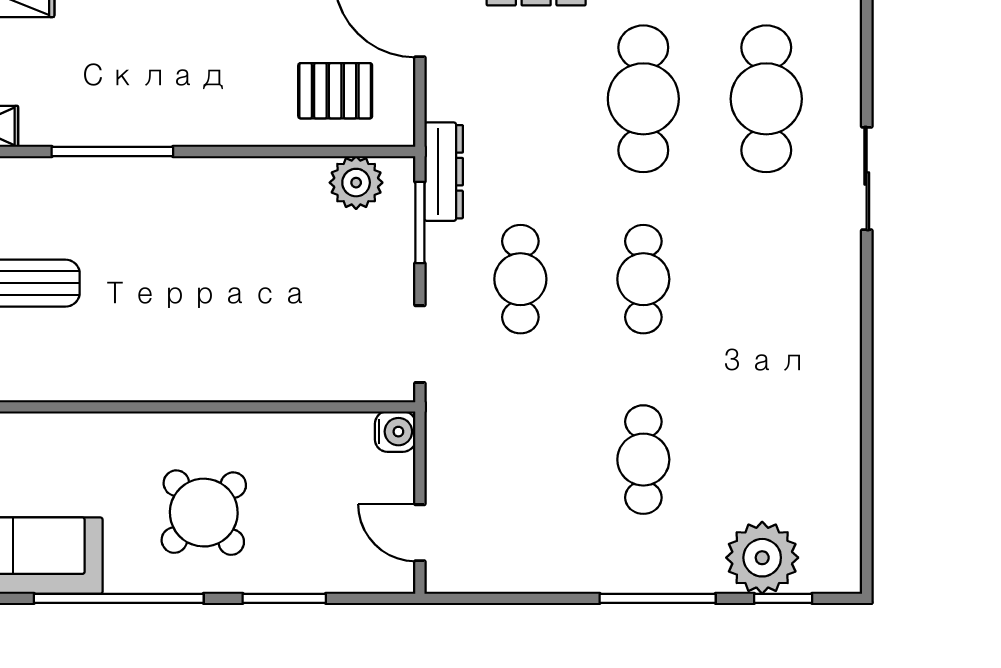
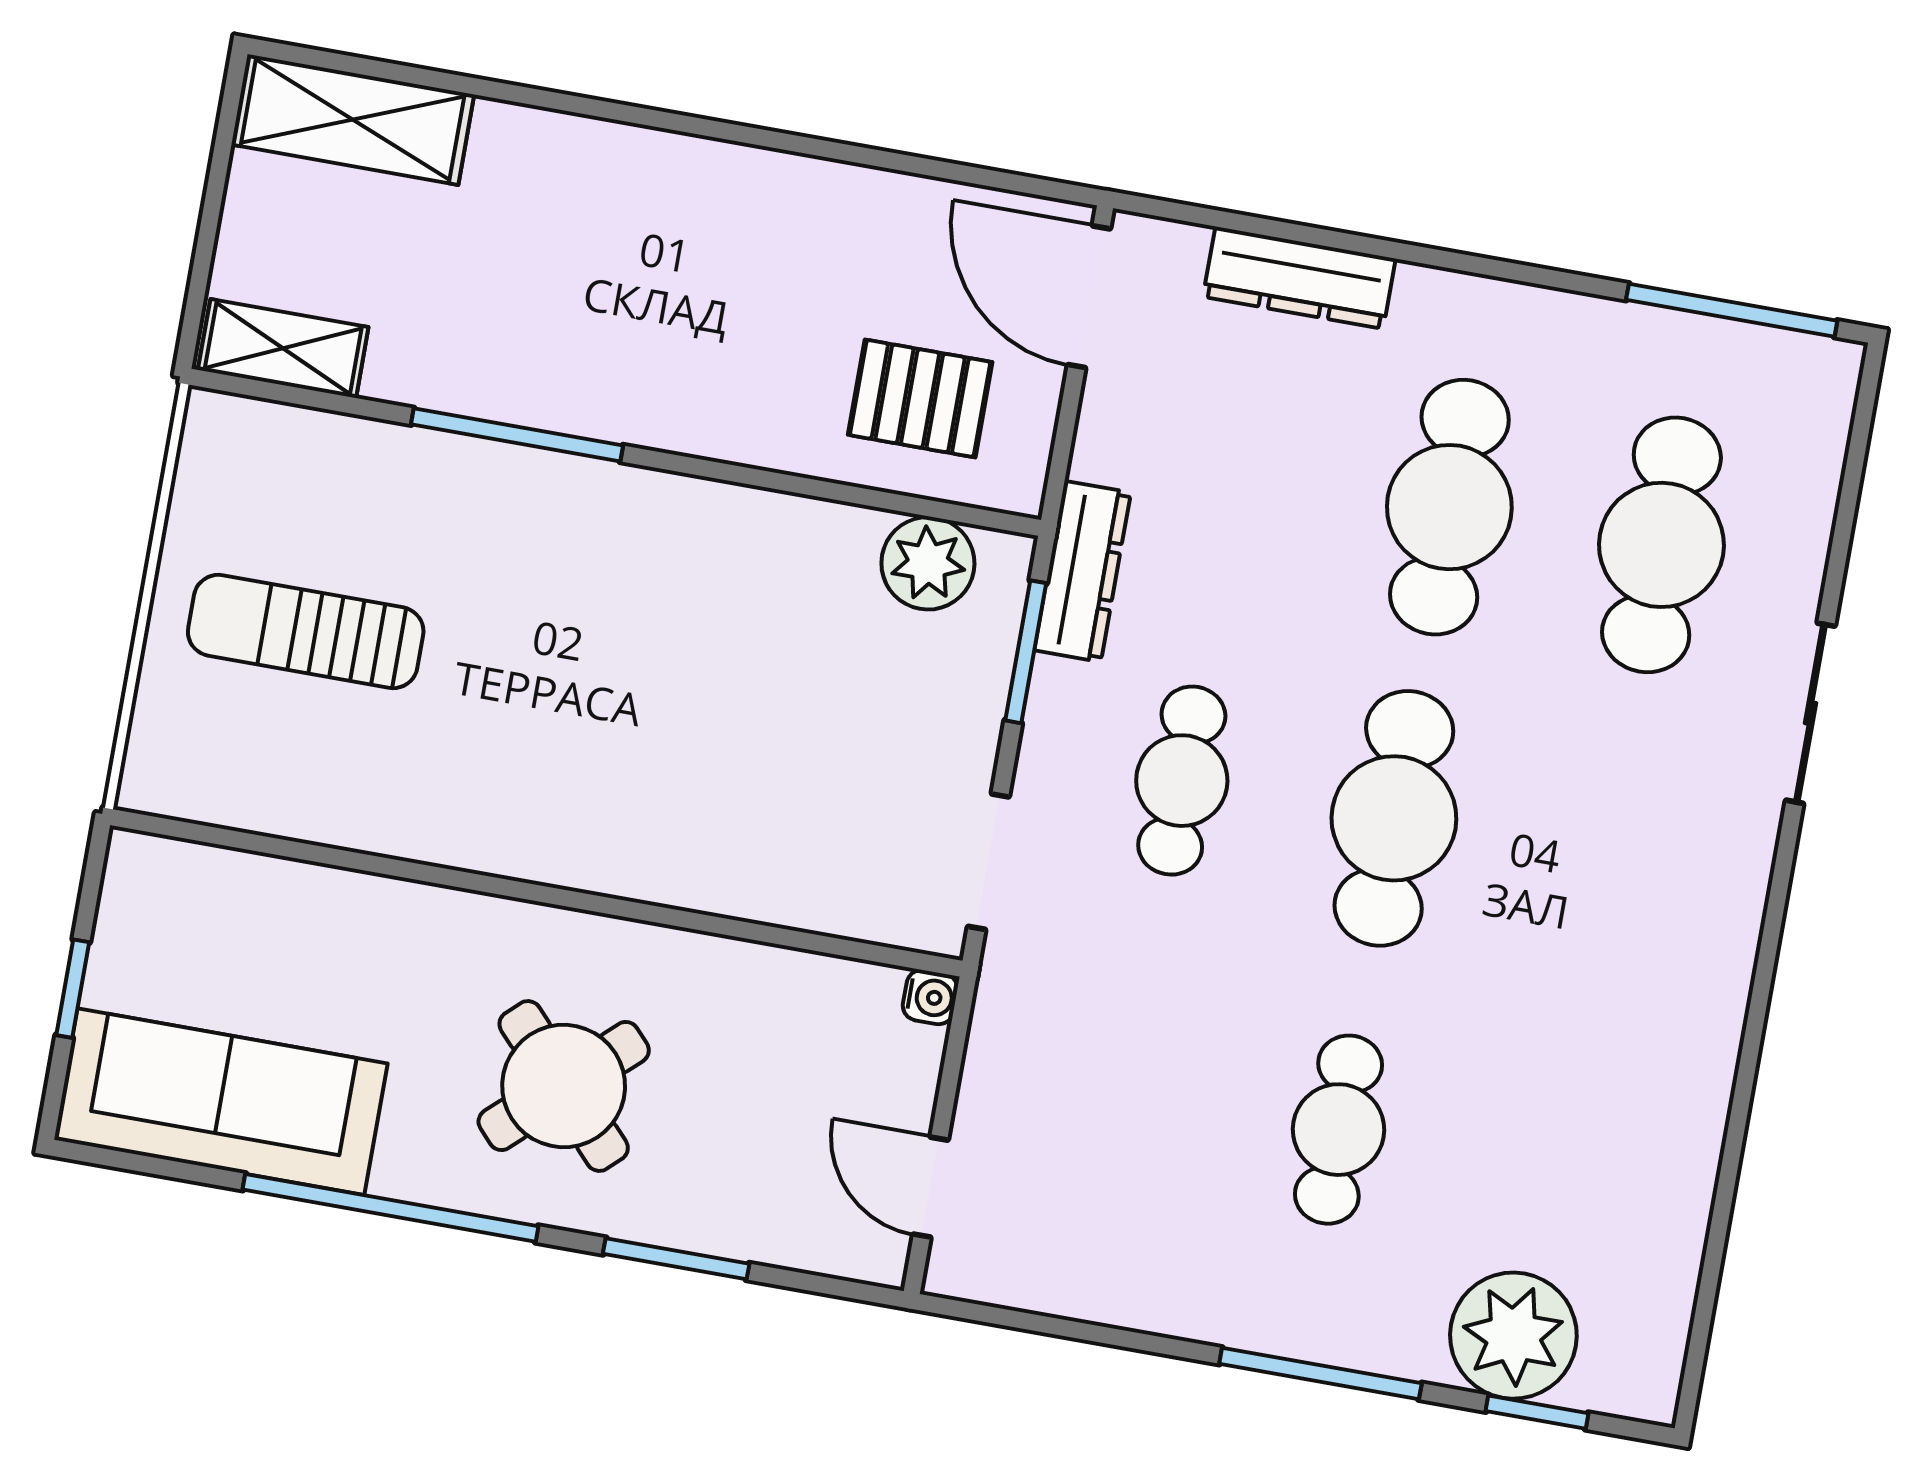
cafe table: (643, 279) -> (1394, 818), width x1.37, depth x1.35
water cooler: (395, 432) -> (930, 997), width x0.72, depth x0.72

